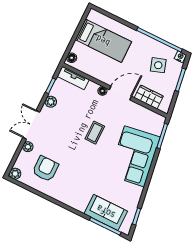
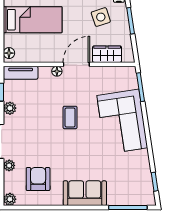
sofa: (106, 212) -> (85, 193), moved

